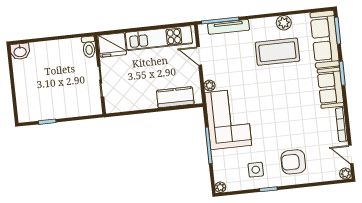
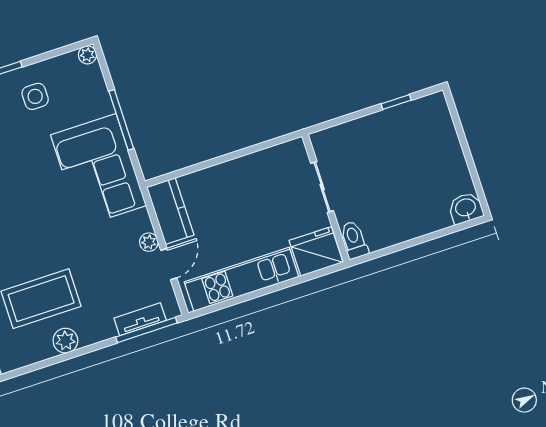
plant: (284, 23) -> (65, 341), moved
tv unit: (229, 27) -> (140, 319), width x0.71
door: (199, 56) -> (169, 264), hinge flipped
plant: (209, 86) -> (149, 242), moved
kitchen counter: (175, 97) -> (170, 211), moved, turned -90

